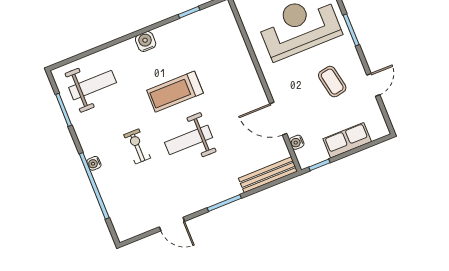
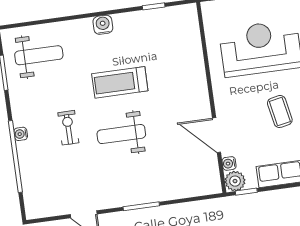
plant: (306, 157) -> (235, 181), added
bench: (268, 175) -> (192, 189), removed

